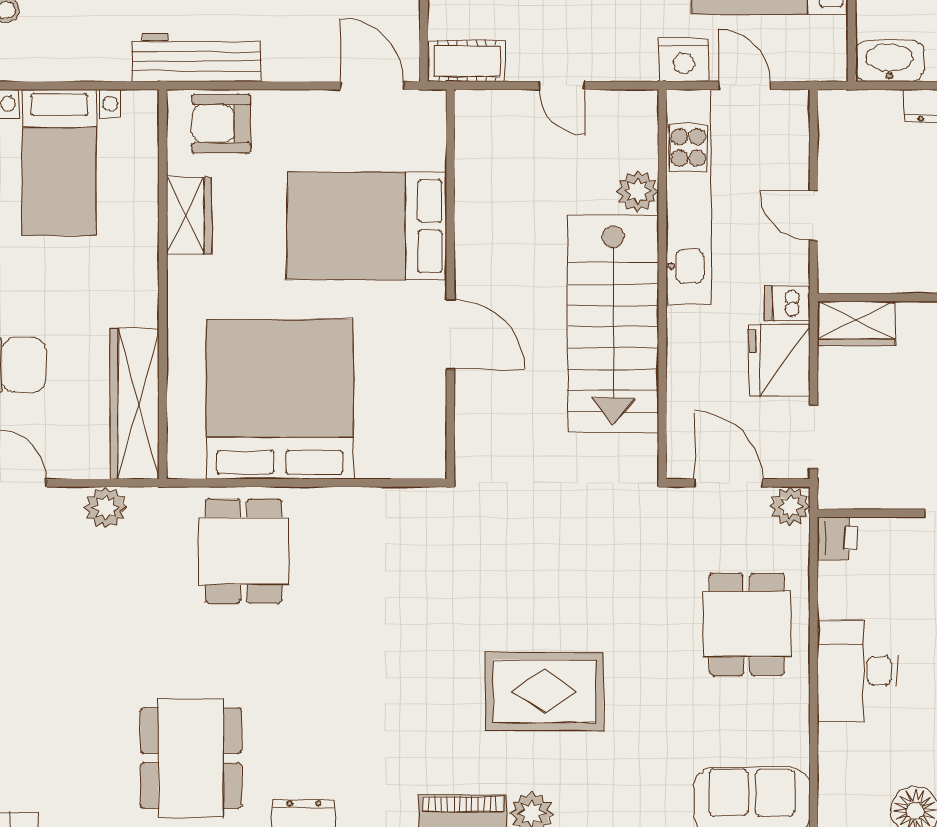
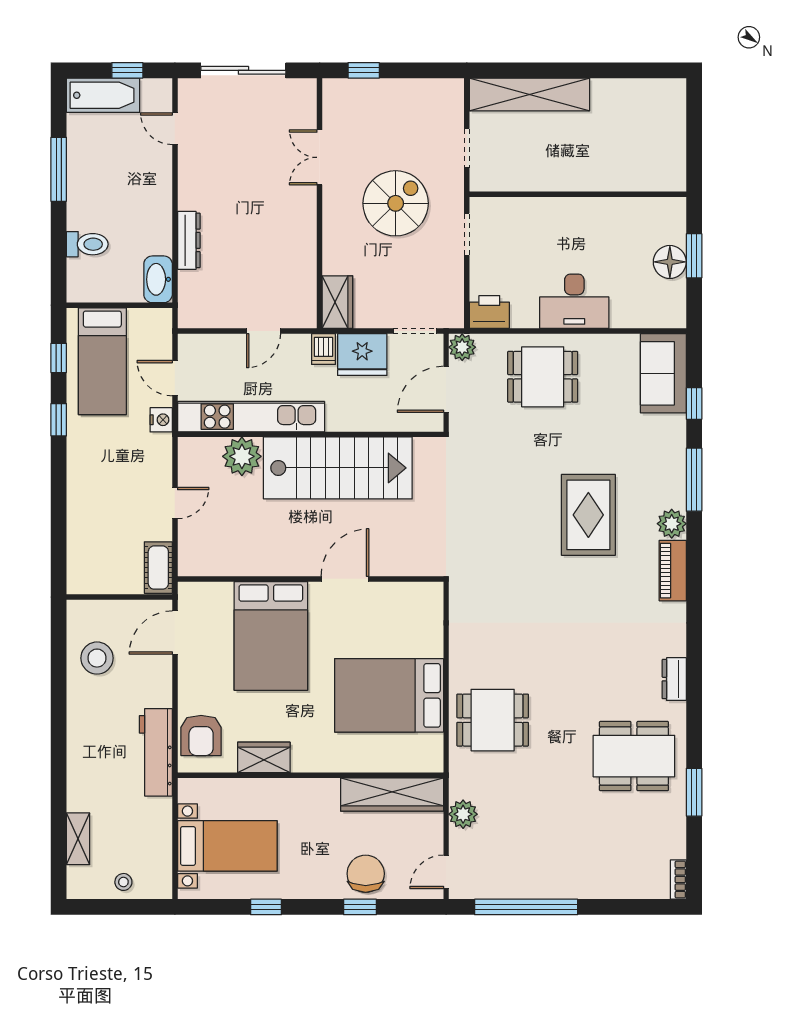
nightstand: (684, 60) -> (161, 420), width x0.74, depth x0.75
door: (745, 85) -> (175, 378), hinge flipped
plant: (638, 191) -> (242, 456), width x1.36, depth x1.36
bed: (280, 399) -> (389, 695), width x0.73
printer: (837, 538) -> (489, 312), width x1.36, depth x1.24

